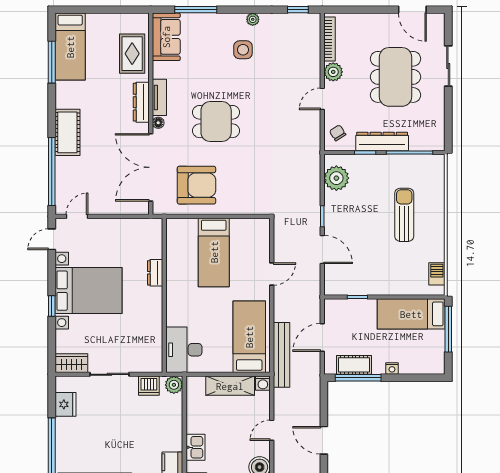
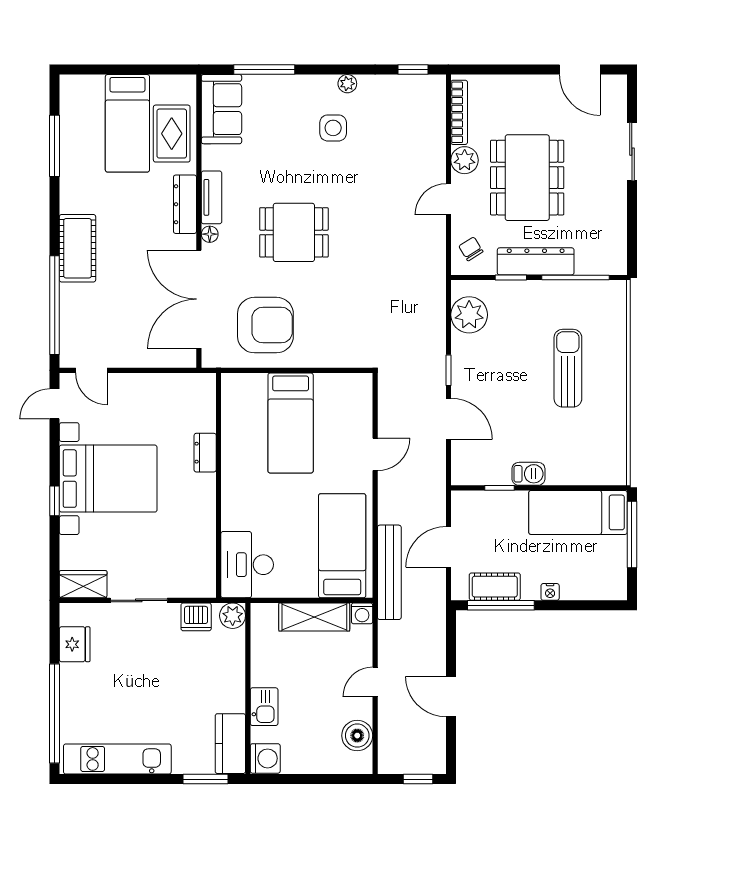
bed: (70, 47) -> (127, 123), moved
dining table: (396, 77) -> (527, 178), moved
door: (77, 216) -> (91, 370), swing flipped
barbecue: (437, 274) -> (528, 474), moved, turned 90

